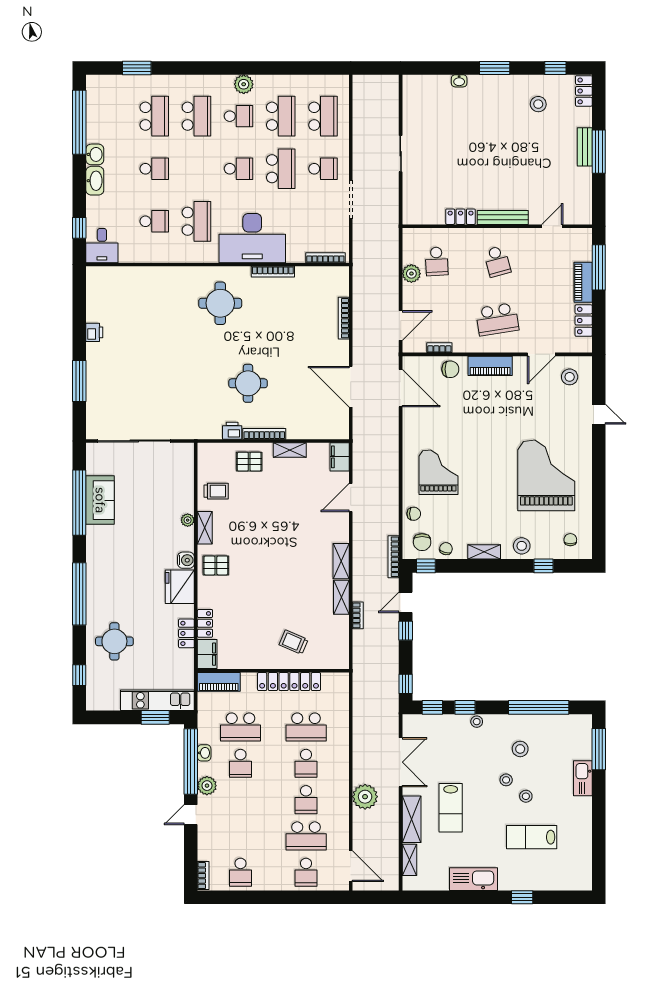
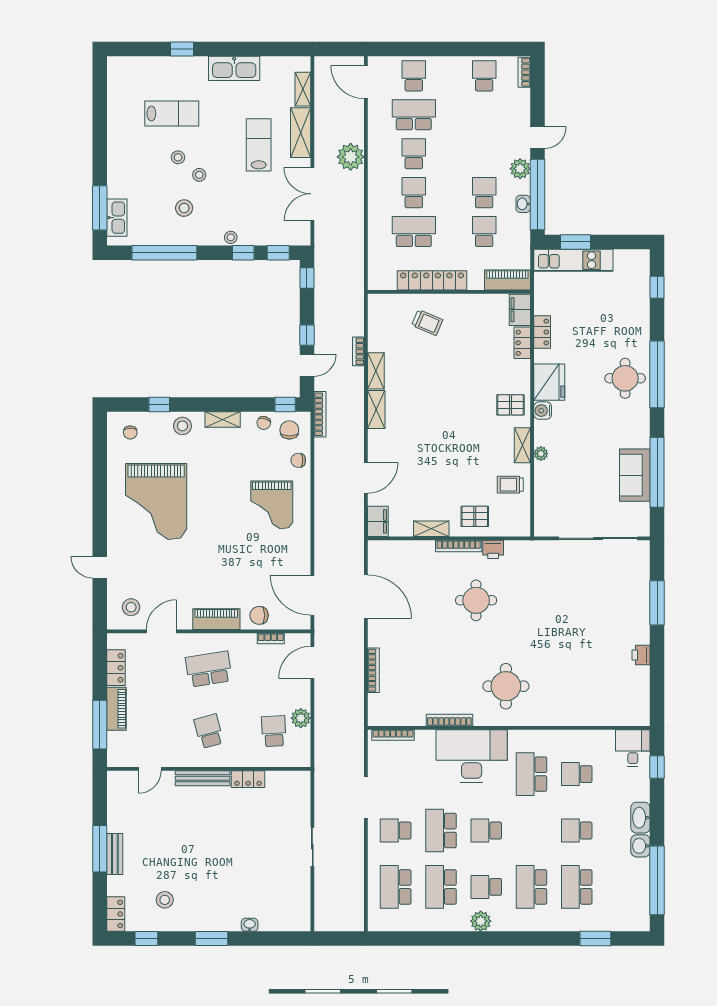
round table: (114, 641) -> (625, 378), moved
school desk: (240, 727) -> (484, 232), width x0.54
kitchen sink: (583, 778) -> (117, 218), moved

